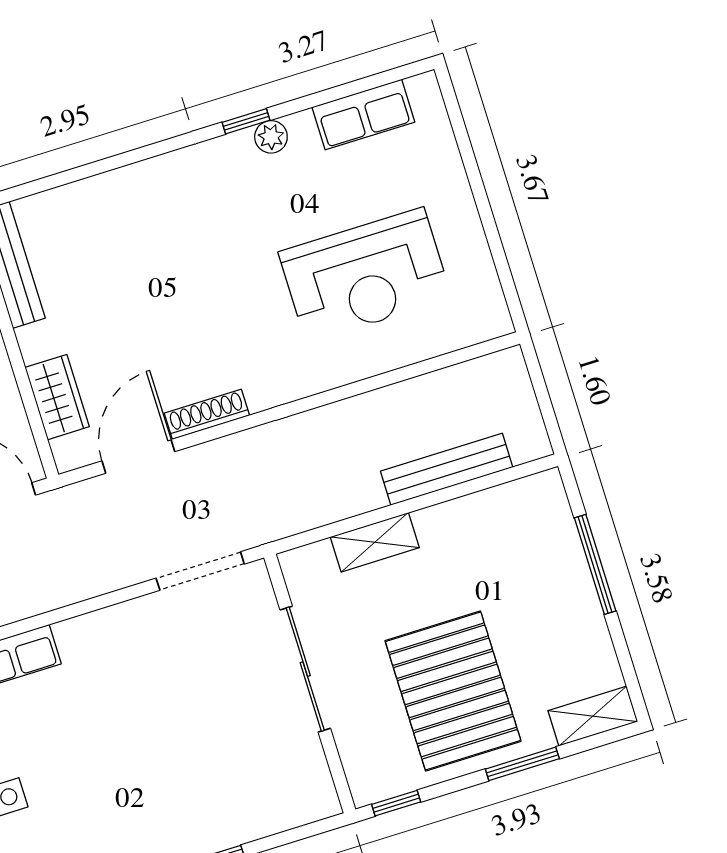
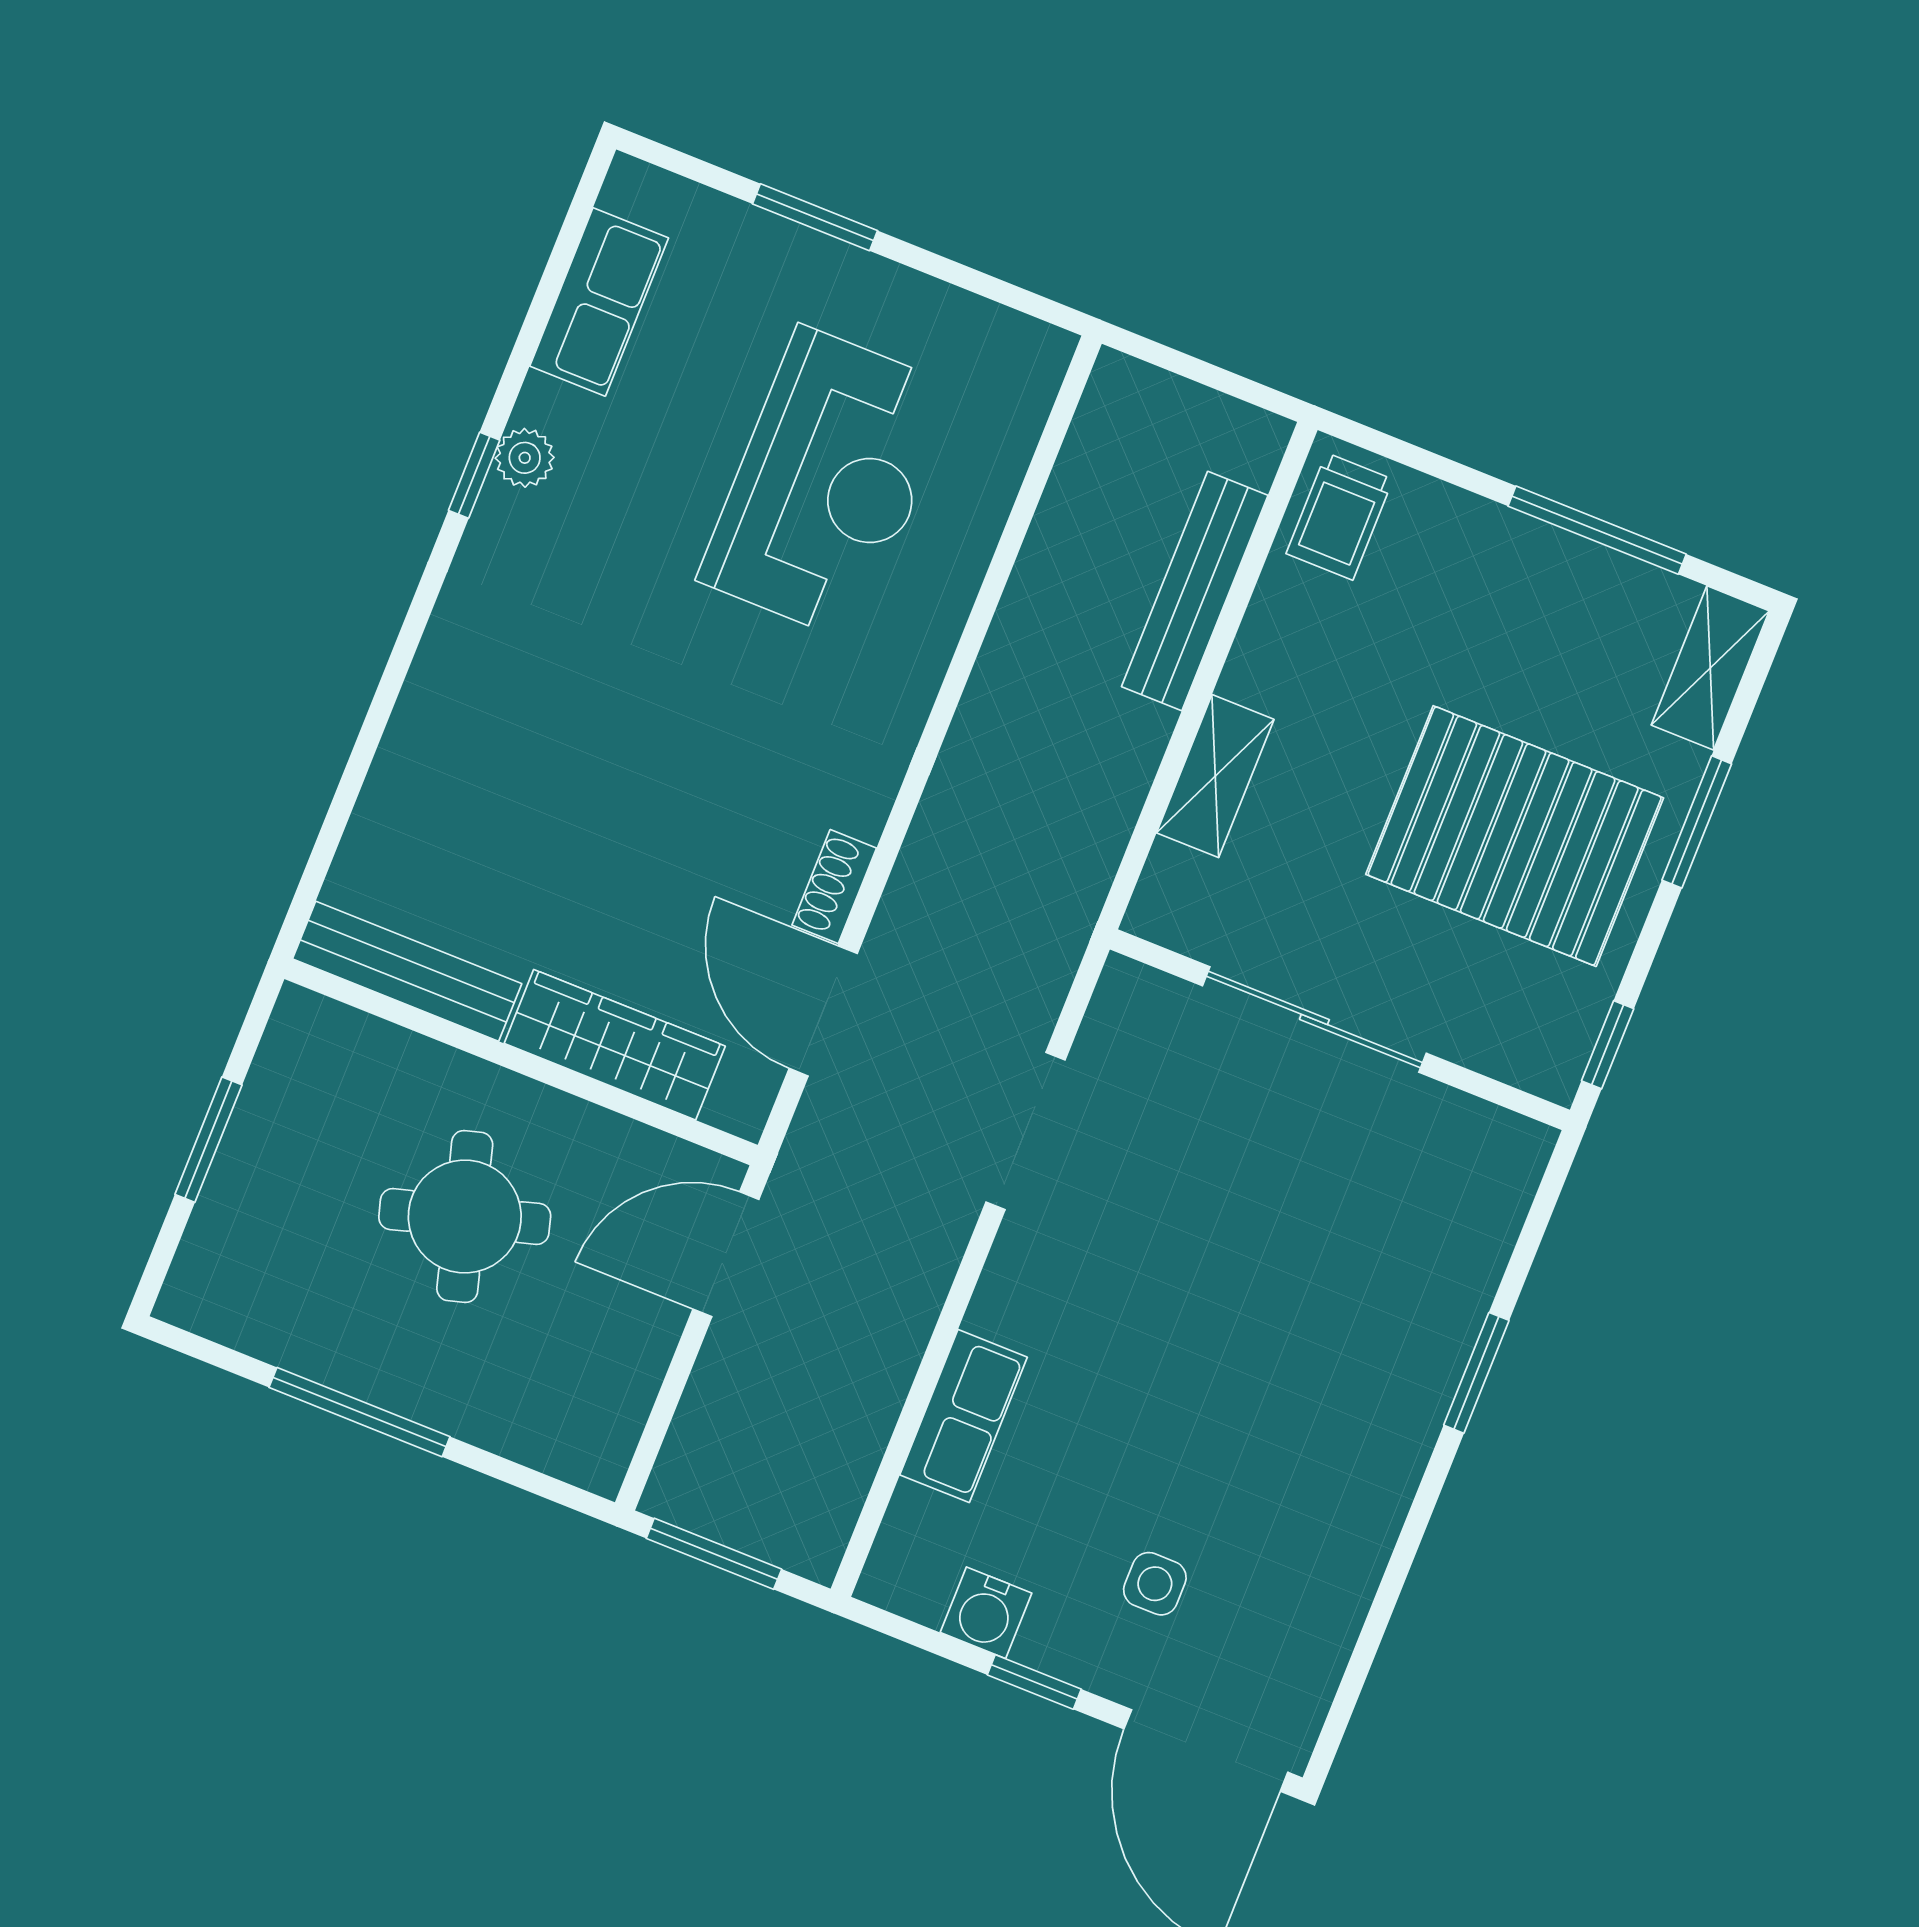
window: (474, 177) -> (815, 217), added
wardrobe: (57, 397) -> (615, 1045), width x1.50
shoe rack: (207, 414) -> (834, 887), width x0.70
trolley: (529, 505) -> (1340, 516), added
window: (595, 564) -> (1597, 530), moved
doorway: (200, 571) -> (1025, 1131), moved

